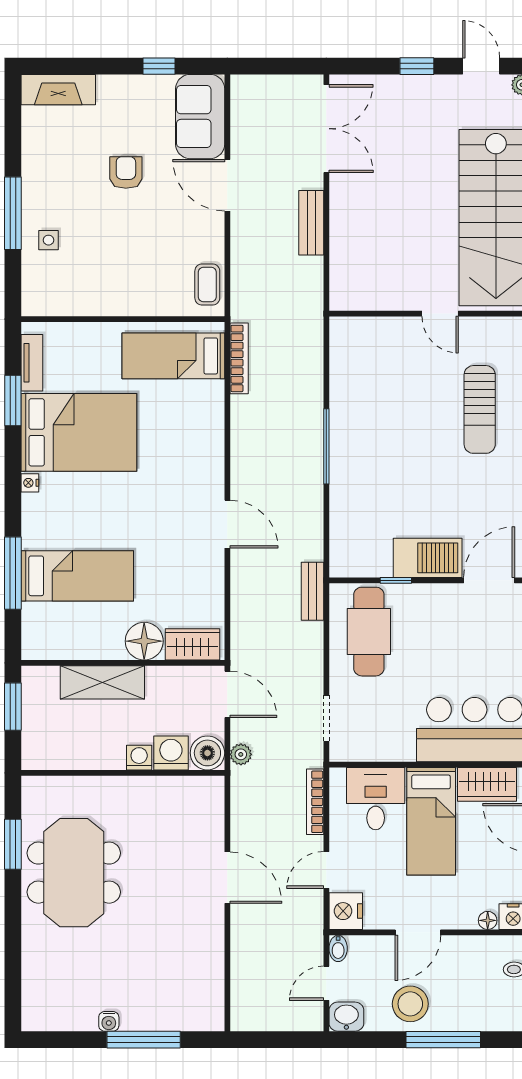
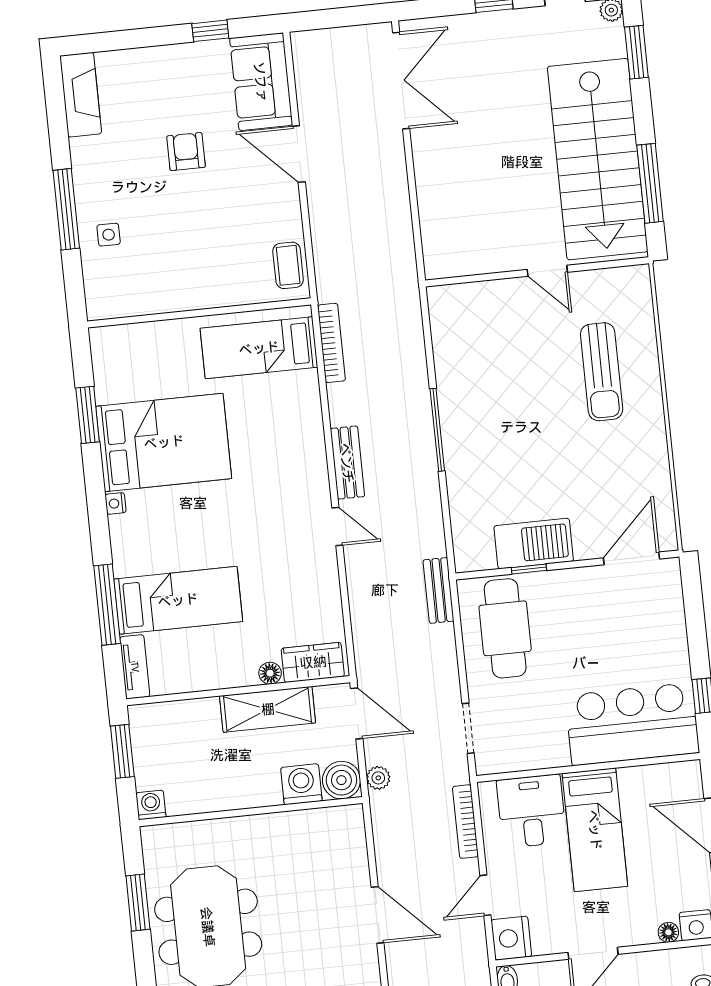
fireplace: (58, 90) -> (81, 95), moved, turned -90
bench: (311, 223) -> (347, 463), moved
tv unit: (32, 363) -> (135, 667), moved
door: (227, 524) -> (337, 526), width x0.73
barbecue: (428, 558) -> (534, 544), moved
floor lamp: (144, 641) -> (270, 673), width x0.53, depth x0.53
shelving: (102, 682) -> (268, 709), moved
washing machine: (139, 758) -> (151, 805), moved
wardrobe: (487, 784) -> (652, 783), removed

